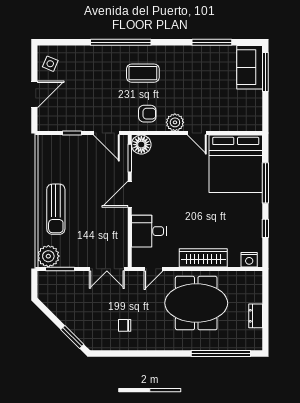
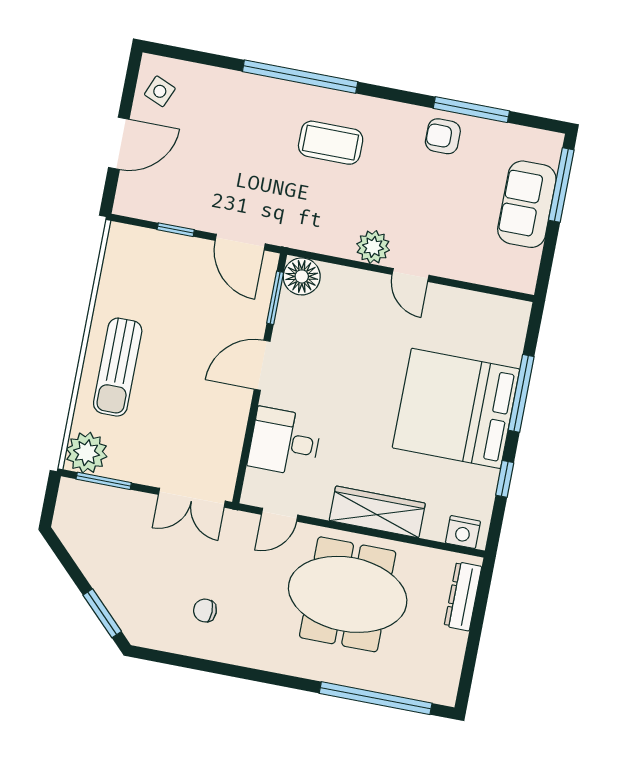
sofa: (250, 67) -> (527, 204), moved
armchair: (147, 114) -> (443, 136), moved, turned 180
bed: (236, 164) -> (456, 408), moved, turned 90
dresser: (256, 316) -> (463, 596), moved, width x1.44

